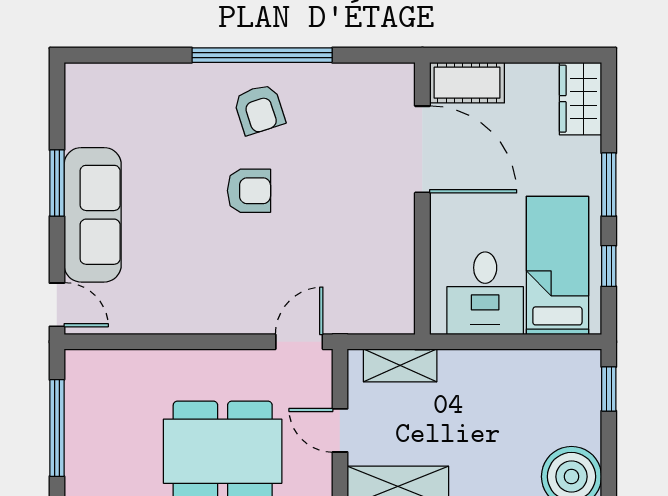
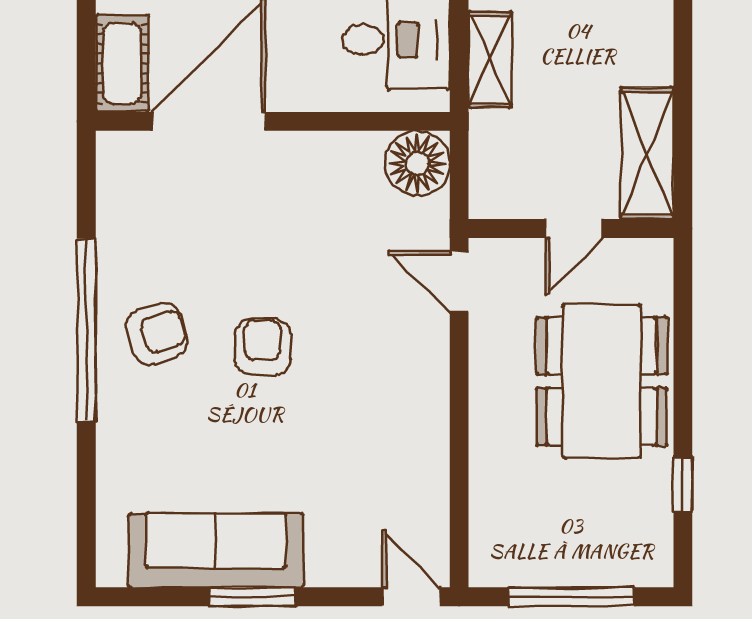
sofa: (93, 215) -> (216, 550), moved
door: (57, 305) -> (411, 597), hinge flipped
floor lamp: (390, 310) -> (417, 163), added
shelving: (400, 365) -> (490, 60), moved

